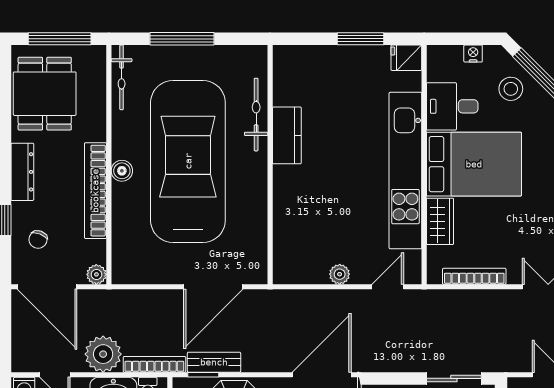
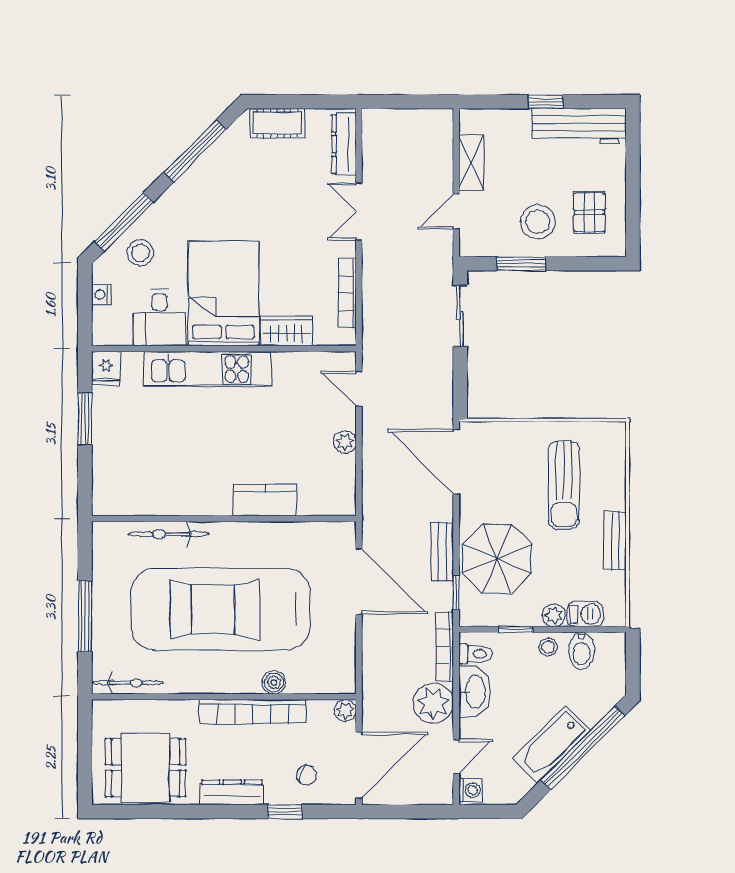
window: (60, 39) -> (85, 751), removed
kitchen counter: (287, 135) -> (265, 500), moved
boiler: (122, 171) -> (274, 682), moved
kitchen unit: (405, 171) -> (207, 369), width x0.73
bench: (214, 362) -> (442, 552), moved

